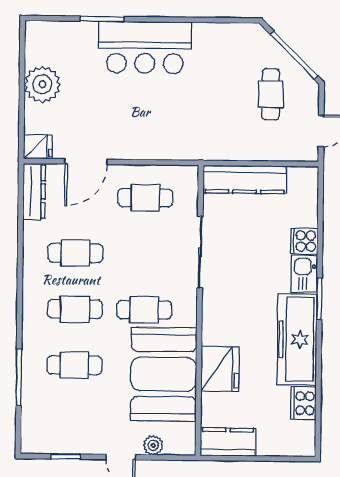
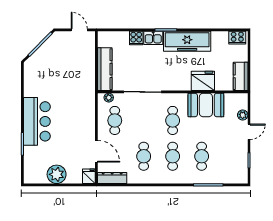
cafe table: (271, 94) -> (60, 56), removed
plant: (190, 187) -> (109, 98), added
booth: (164, 374) -> (206, 105), width x0.73, depth x0.70
cooker: (303, 403) -> (237, 38), moved

